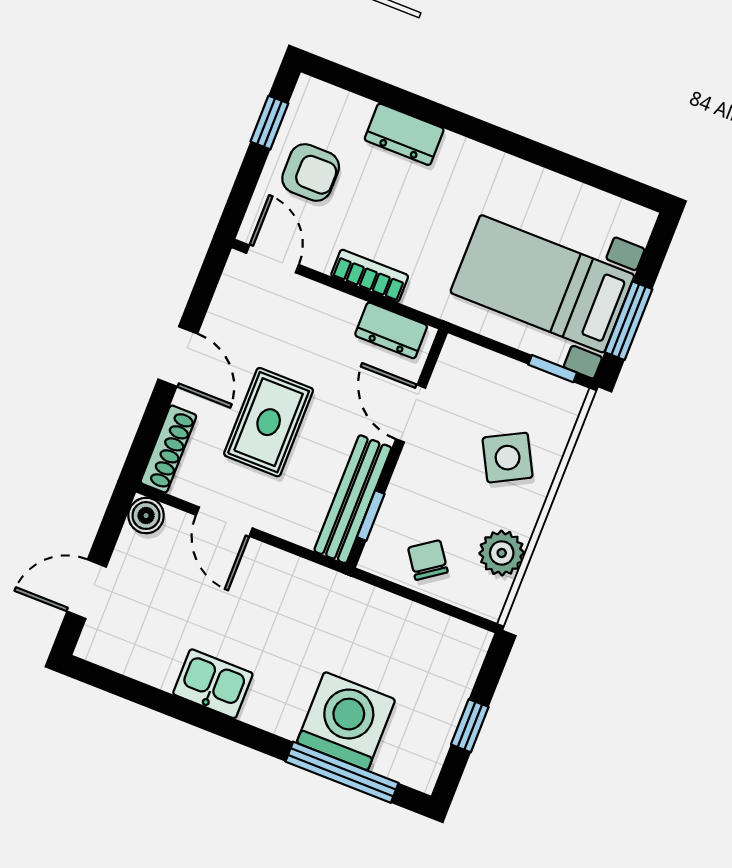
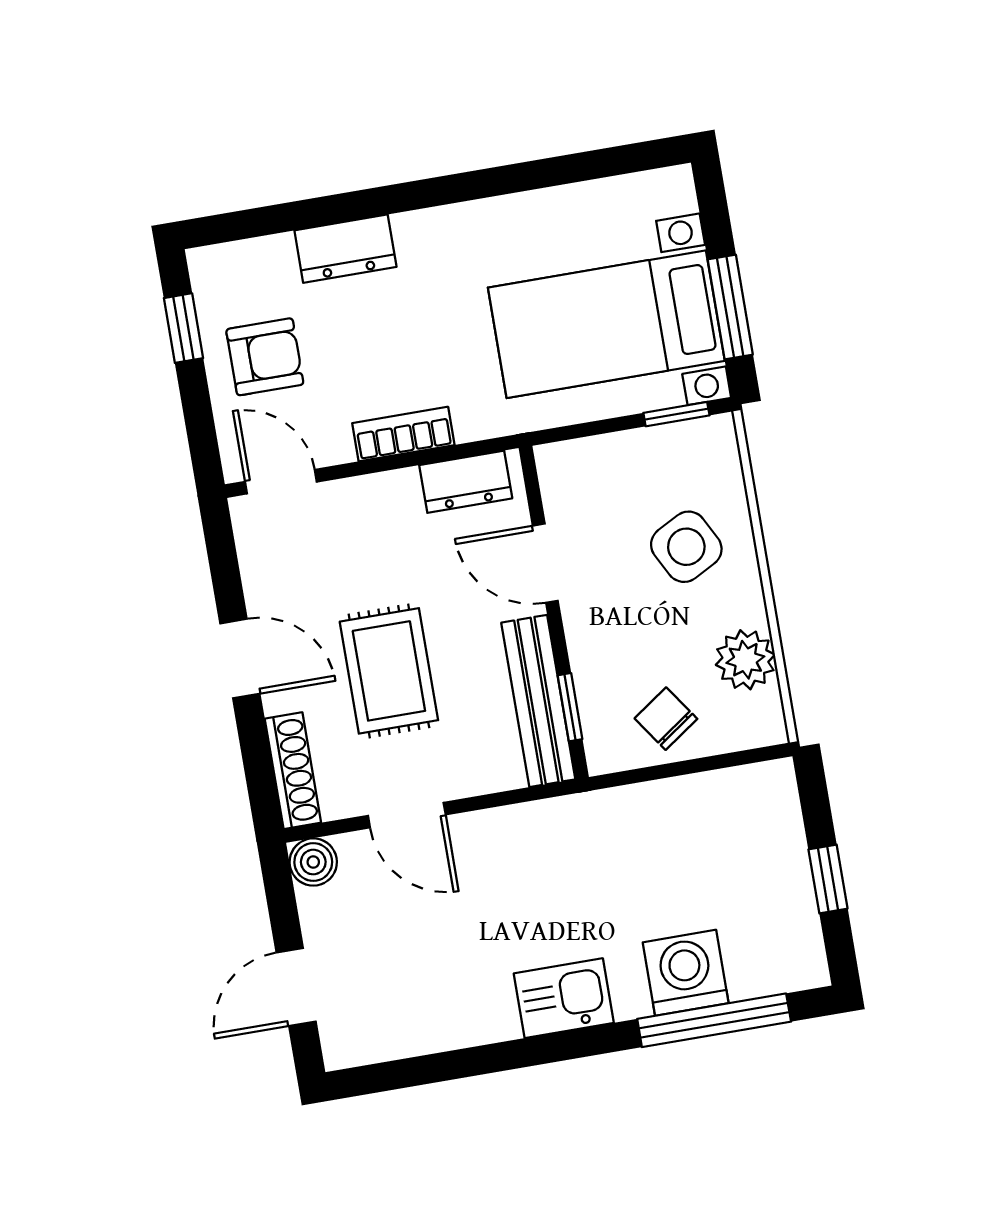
kitchen sink: (213, 684) -> (564, 998), moved
washing machine: (346, 721) -> (686, 973), width x0.73, depth x0.73

